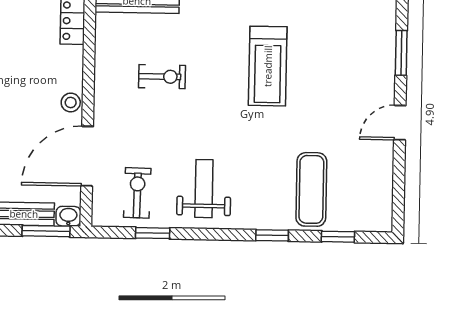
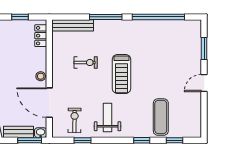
treadmill: (268, 66) -> (121, 74), moved
door: (87, 156) -> (49, 103), hinge flipped

